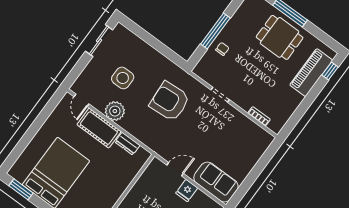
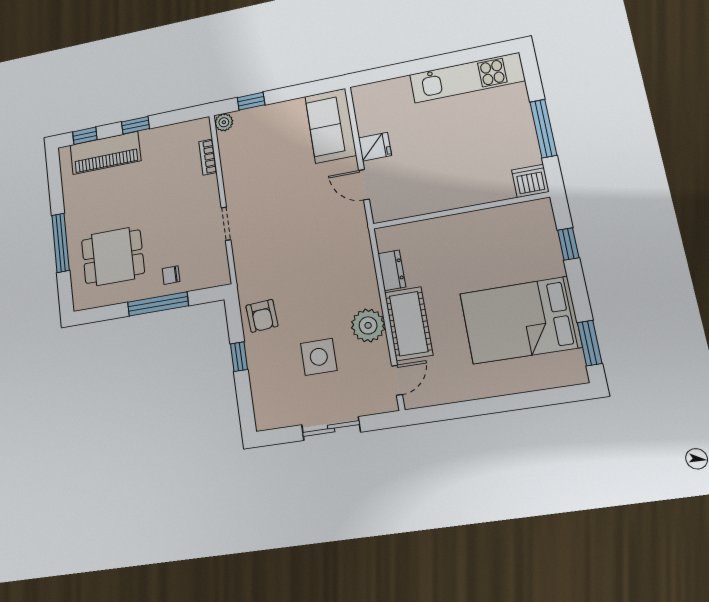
dining table: (280, 37) -> (113, 257), moved, turned 90
sliding door: (99, 40) -> (331, 428), moved
window: (157, 44) -> (239, 357), added
window: (310, 99) -> (135, 125), added
armchair: (170, 101) -> (262, 316), moved, width x0.53, depth x0.53
plant: (268, 139) -> (224, 122), added
window: (264, 160) -> (251, 101), added

